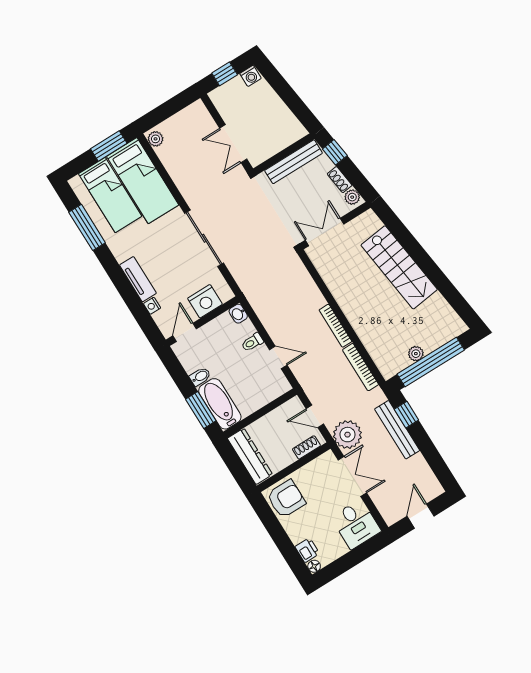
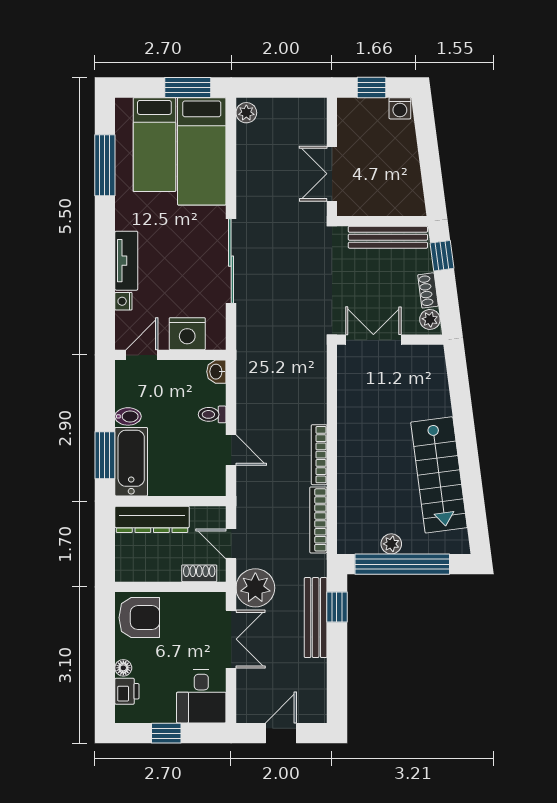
stairs: (399, 267) -> (439, 475), moved
dresser: (250, 456) -> (152, 519), moved, turned 90
window: (348, 561) -> (166, 733), added
floor lamp: (314, 566) -> (123, 668), moved

